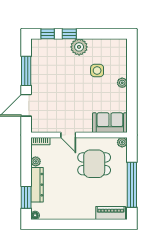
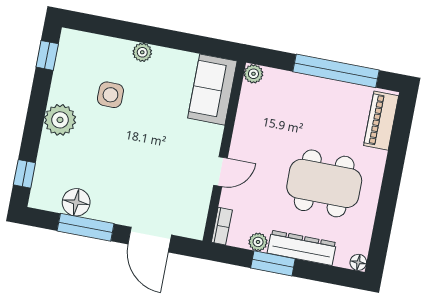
window: (69, 34) -> (47, 55), moved
floor lamp: (38, 63) -> (76, 202), added
dining table: (94, 164) -> (324, 183), moved, width x1.38
window: (26, 197) -> (273, 263), moved

